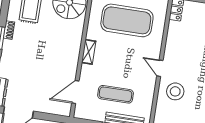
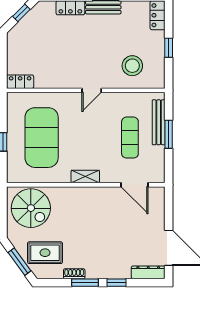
stool: (175, 91) -> (132, 66), moved

